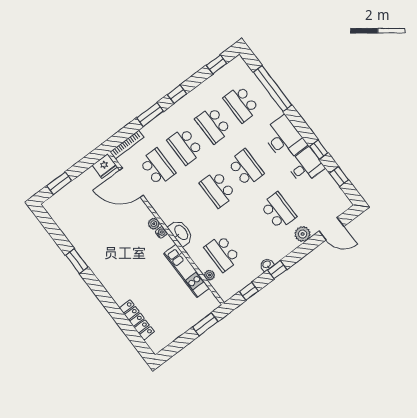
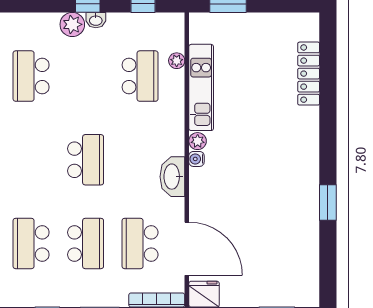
school desk: (213, 125) -> (31, 243), turned 180
school desk: (246, 168) -> (31, 160), removed
plant: (154, 224) -> (198, 141), moved
washbasin: (181, 233) -> (172, 177), moved
plant: (303, 234) -> (72, 24), moved

